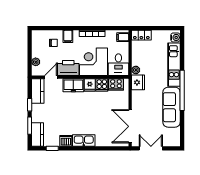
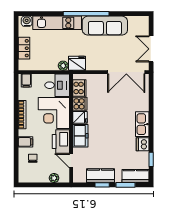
locker: (141, 35) -> (24, 48), moved
kitchen counter: (38, 91) -> (100, 176), moved

